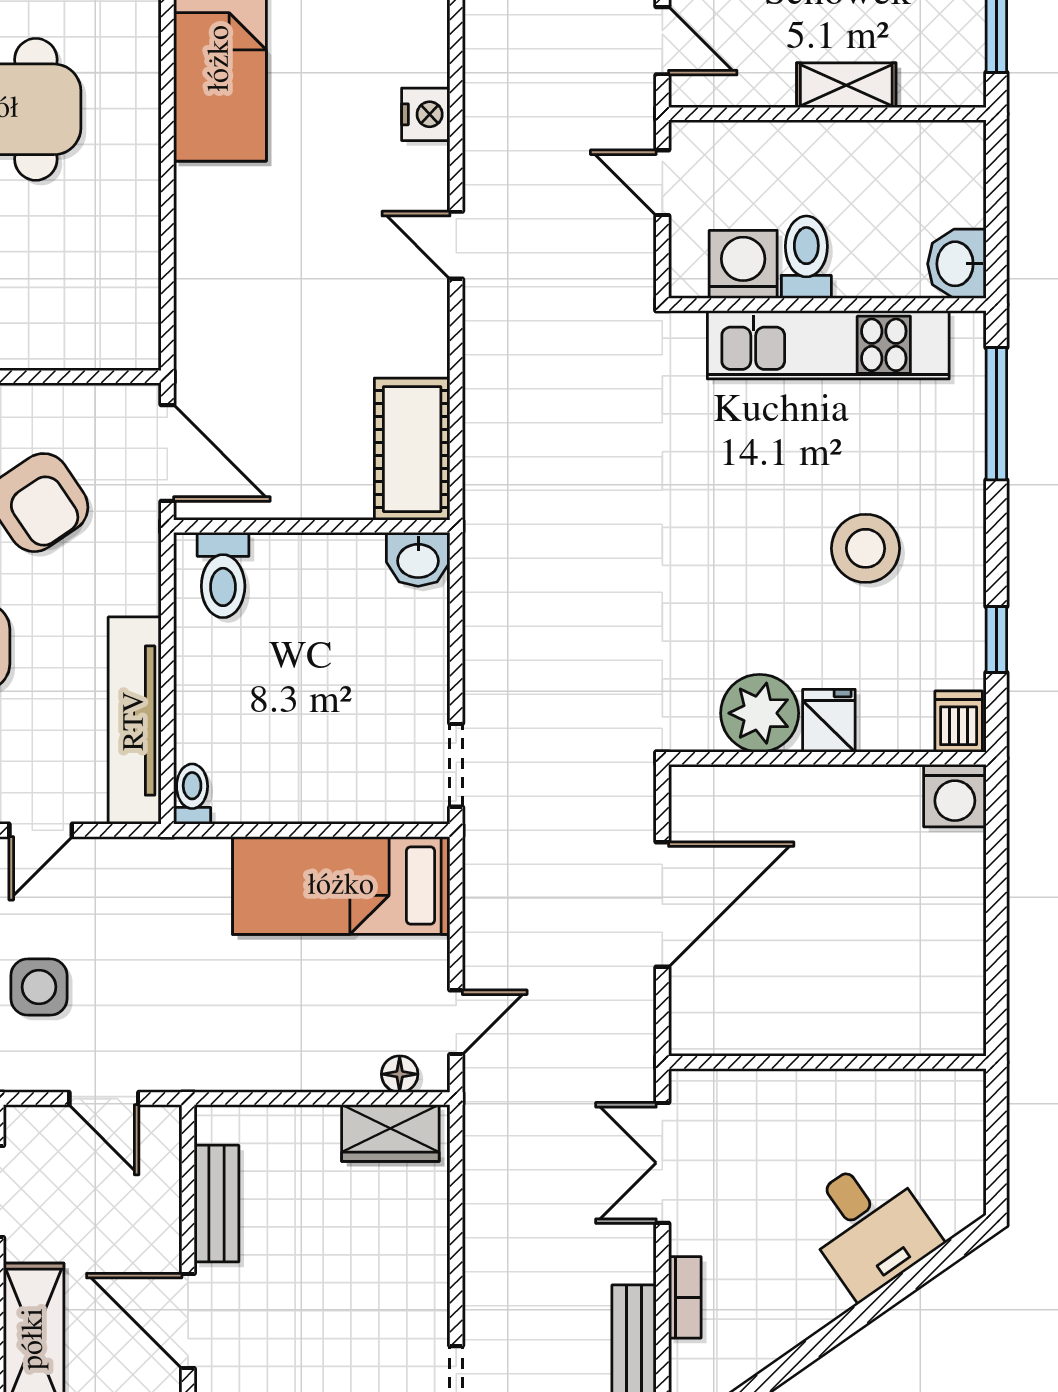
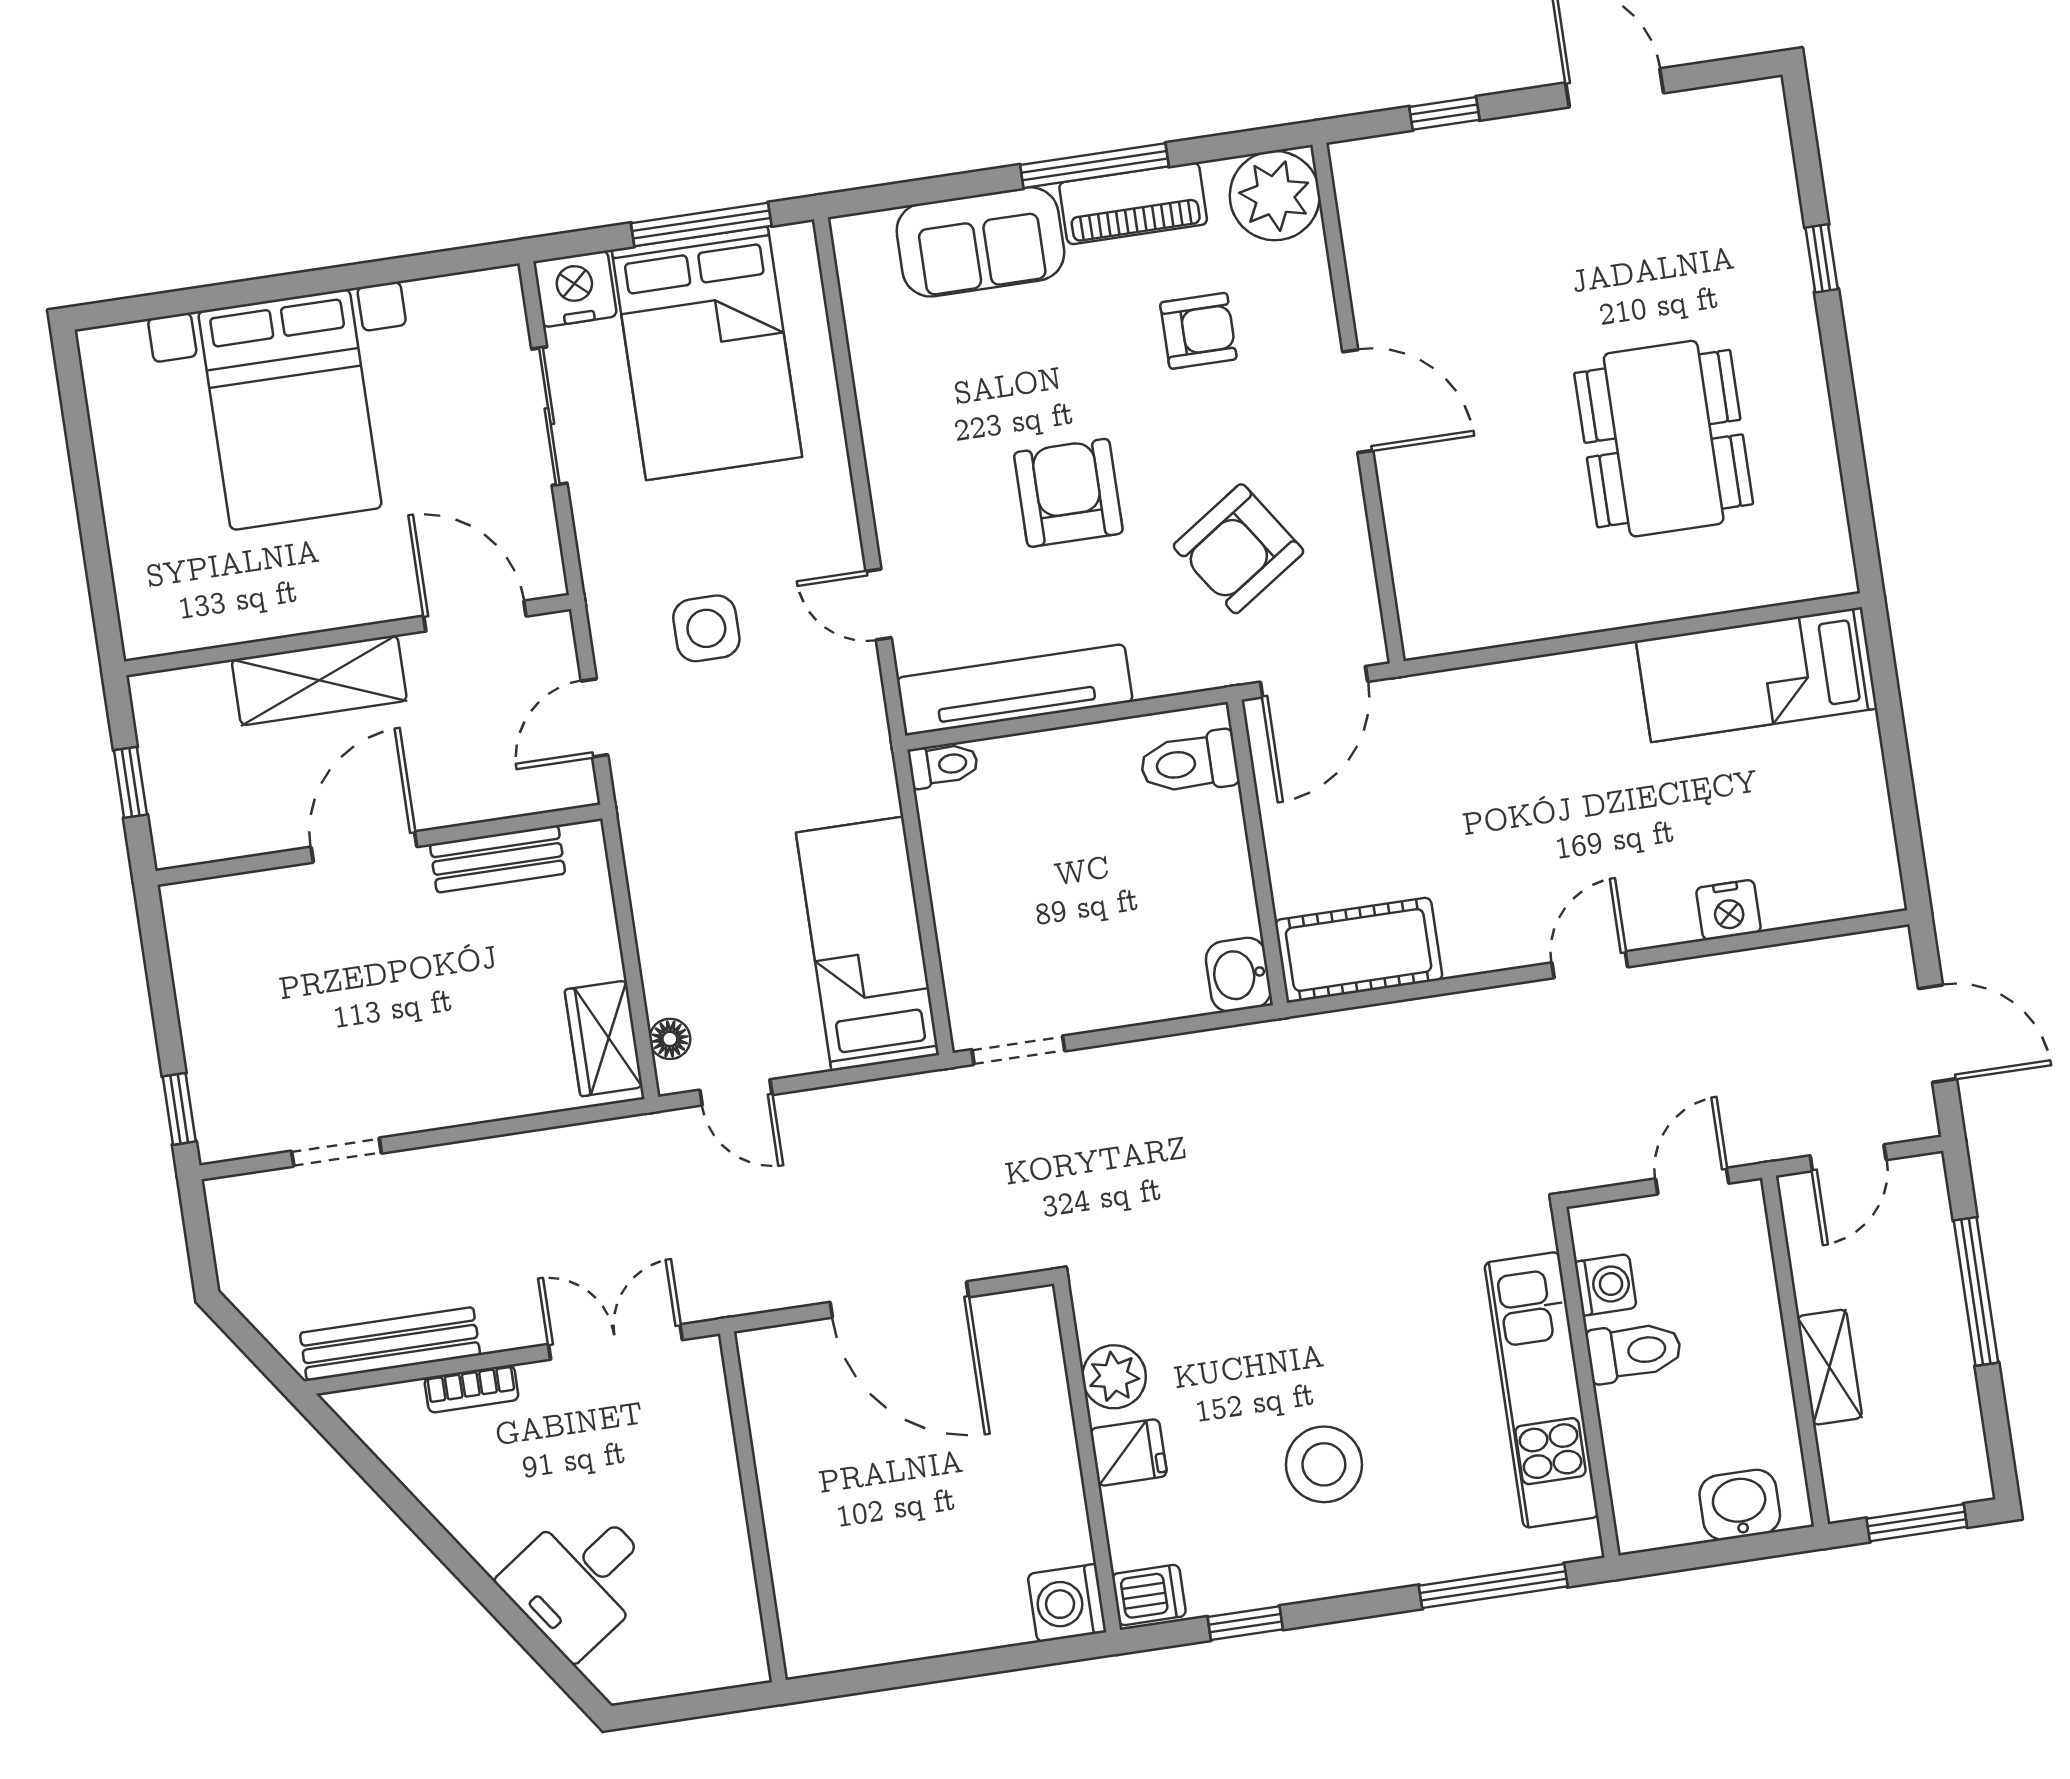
washing machine: (743, 264) -> (1606, 1285), width x0.73, depth x0.73
washbasin: (957, 264) -> (1740, 1505), moved
plant: (760, 713) -> (1114, 1377), width x0.73, depth x0.73

